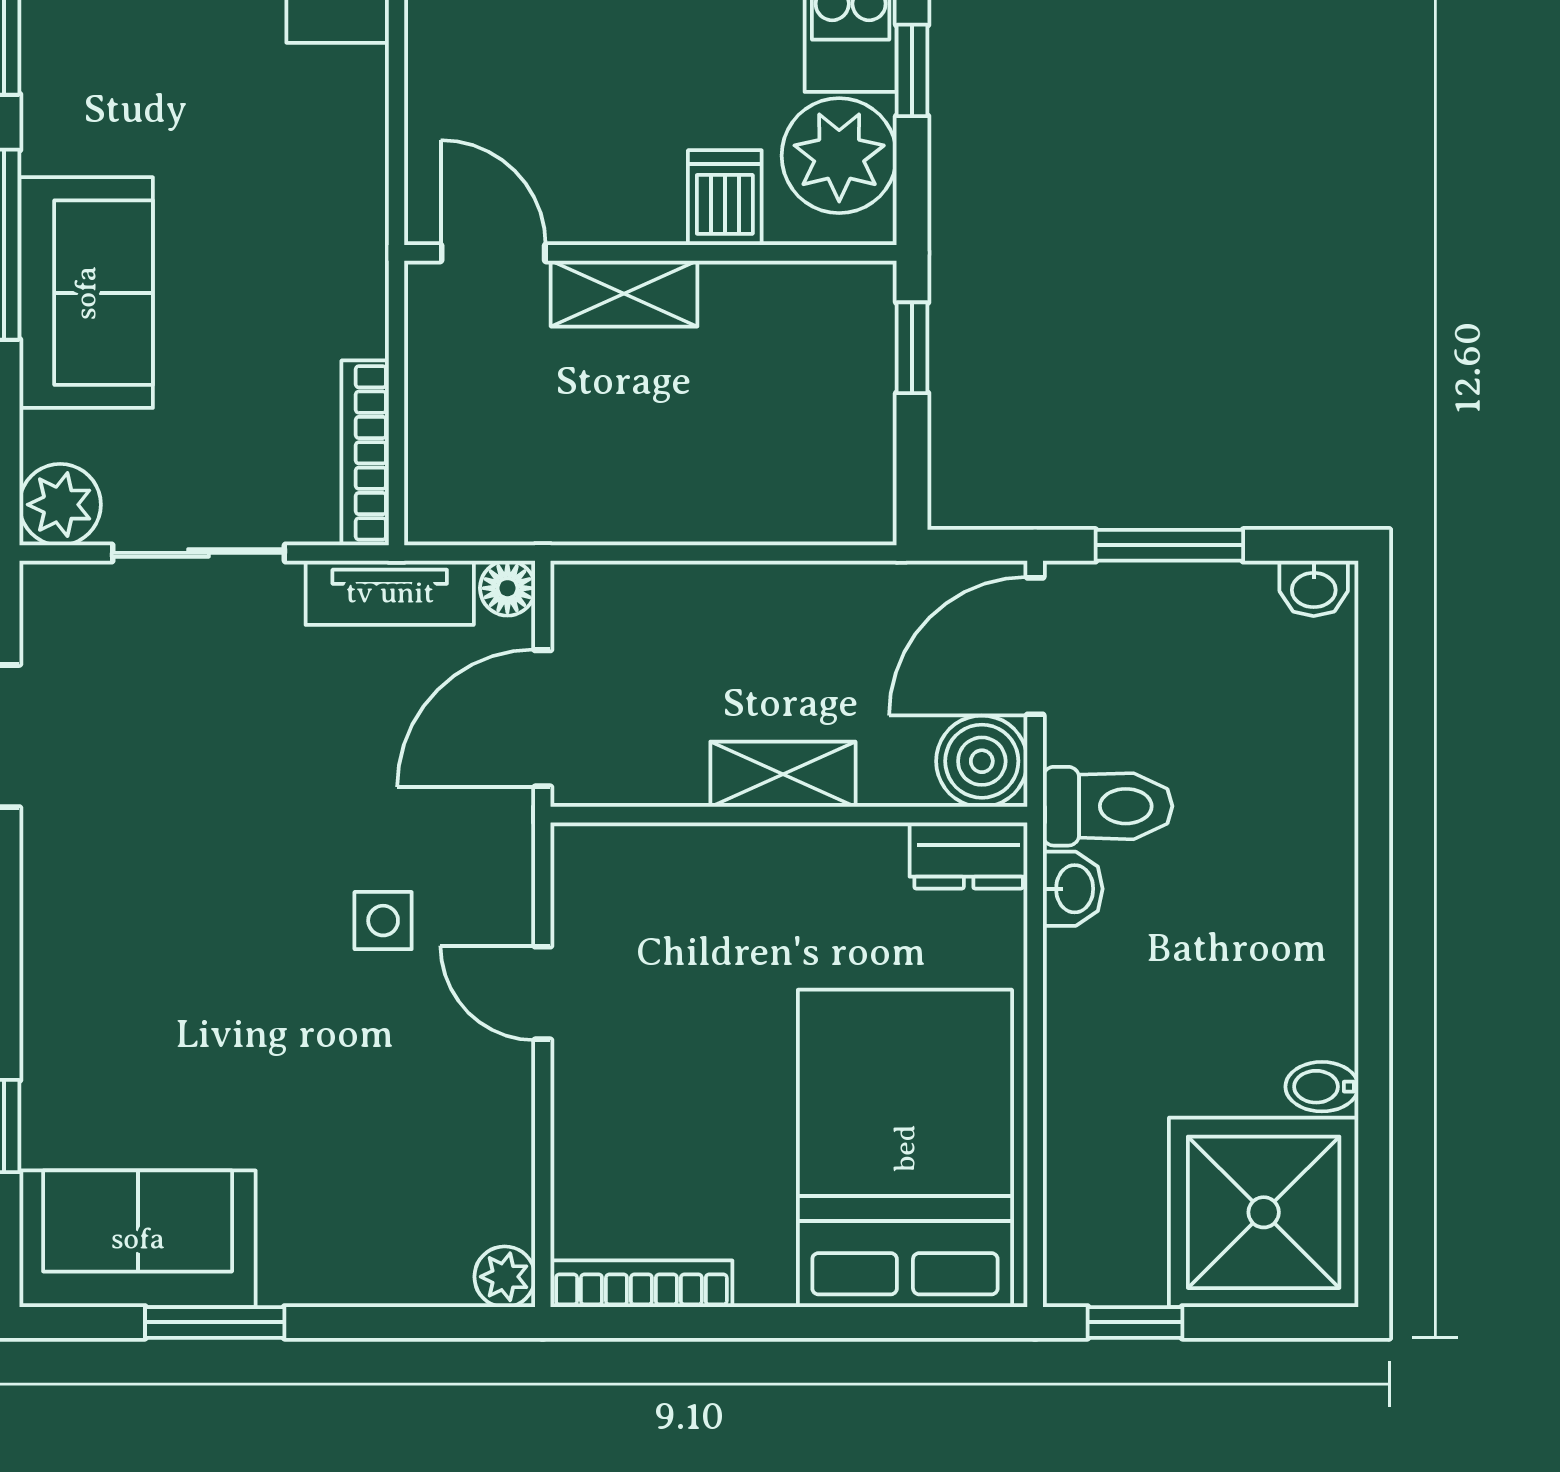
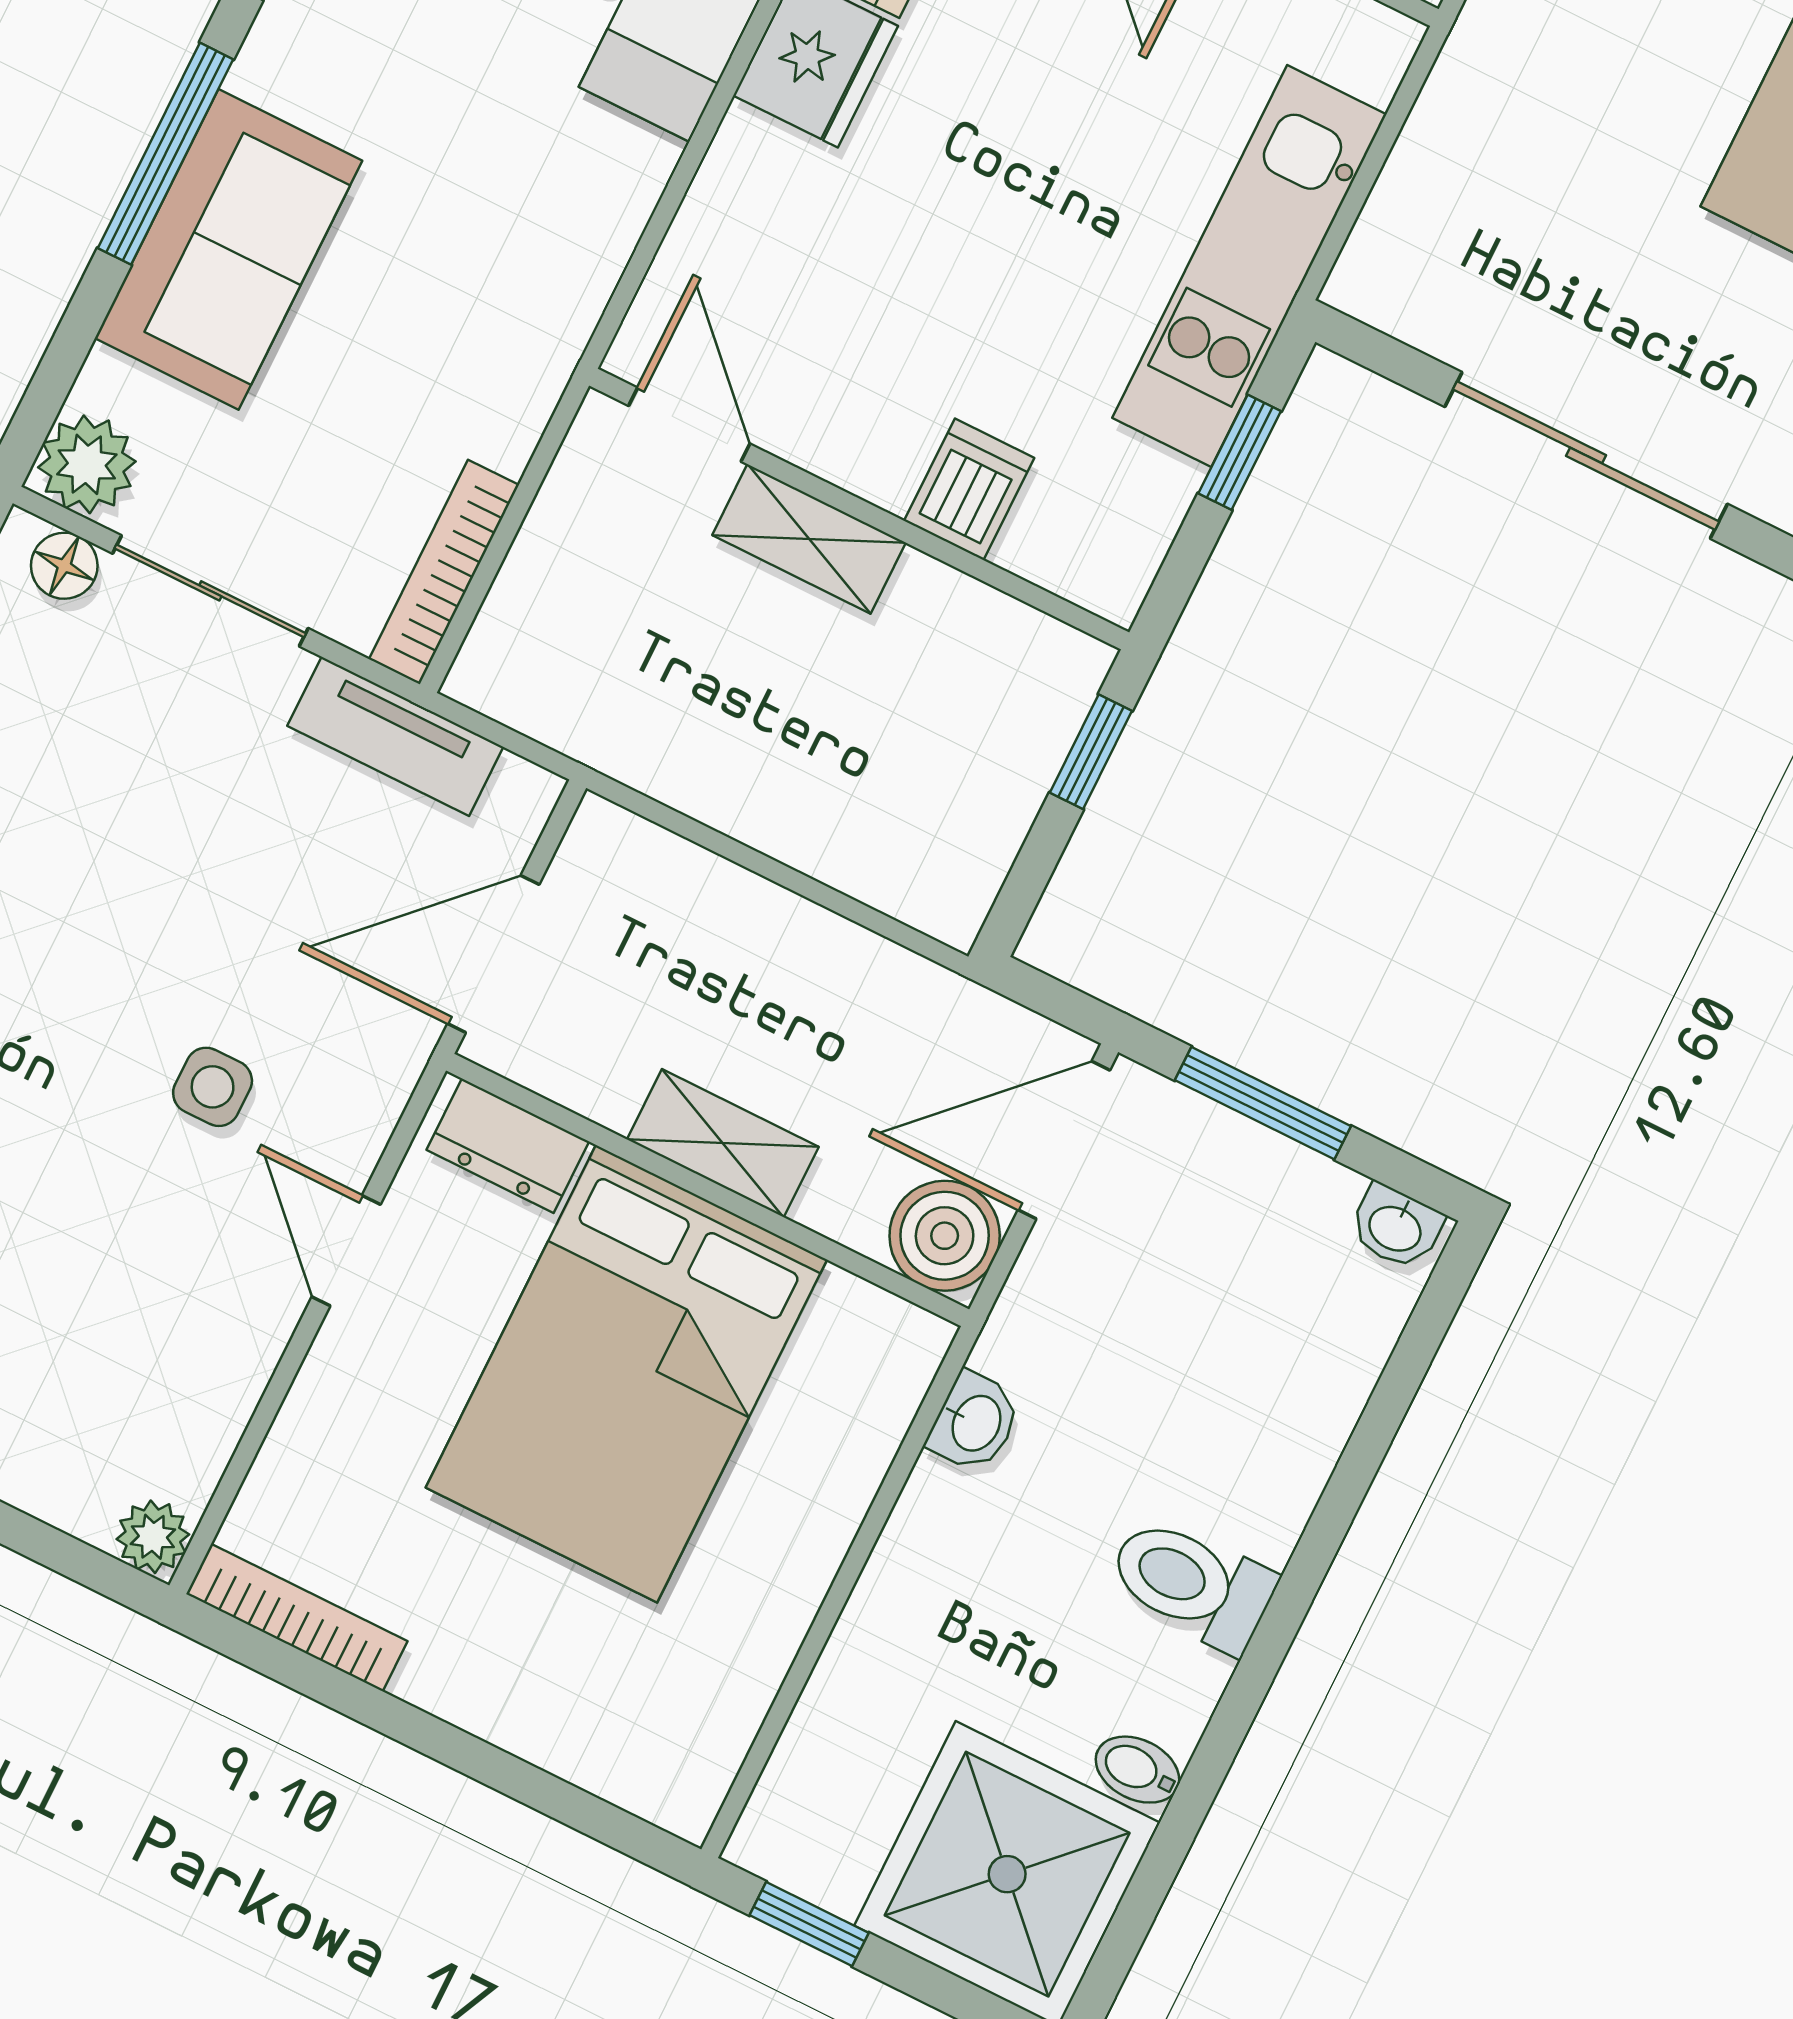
plant: (839, 156) -> (1115, 505), removed
floor lamp: (507, 588) -> (64, 566), moved
toilet: (1108, 806) -> (1192, 1584), moved, turned 180
dresser: (969, 855) -> (508, 1146), moved
bed: (905, 1148) -> (626, 1374), moved, turned 180

